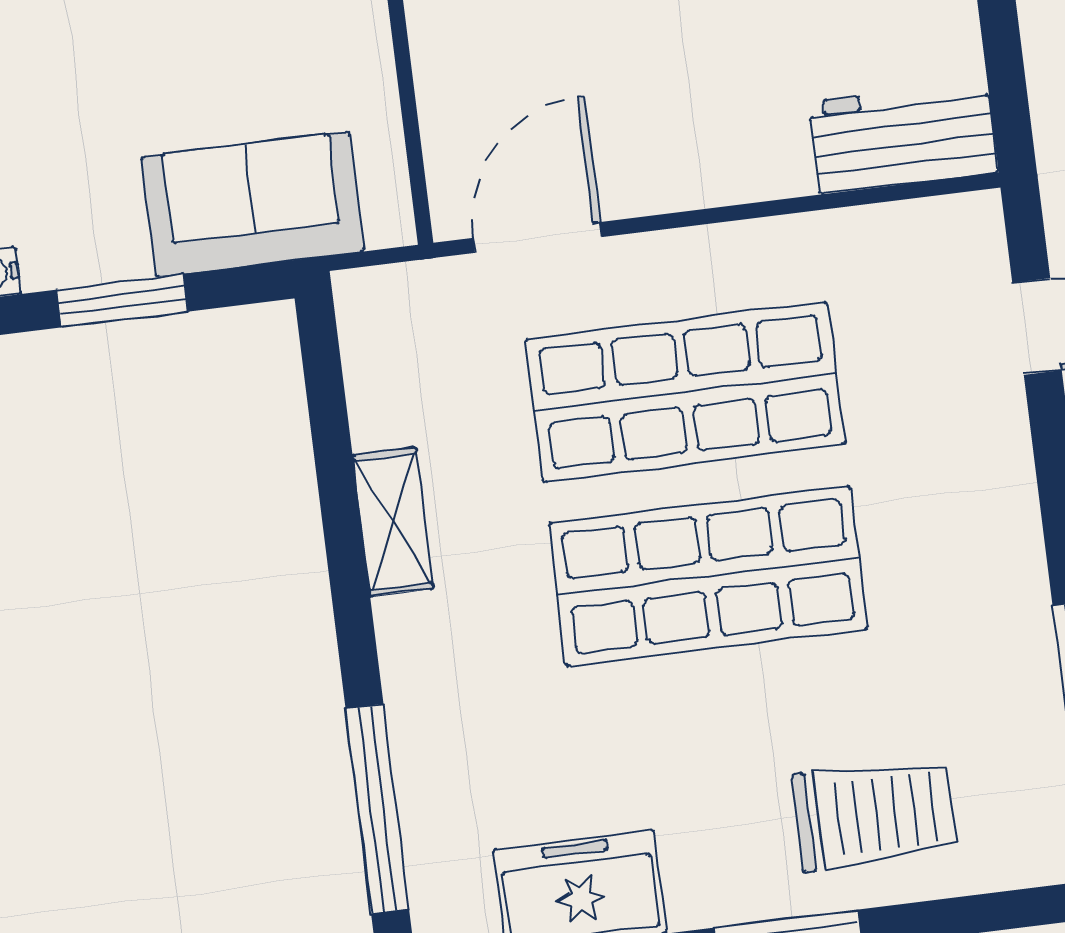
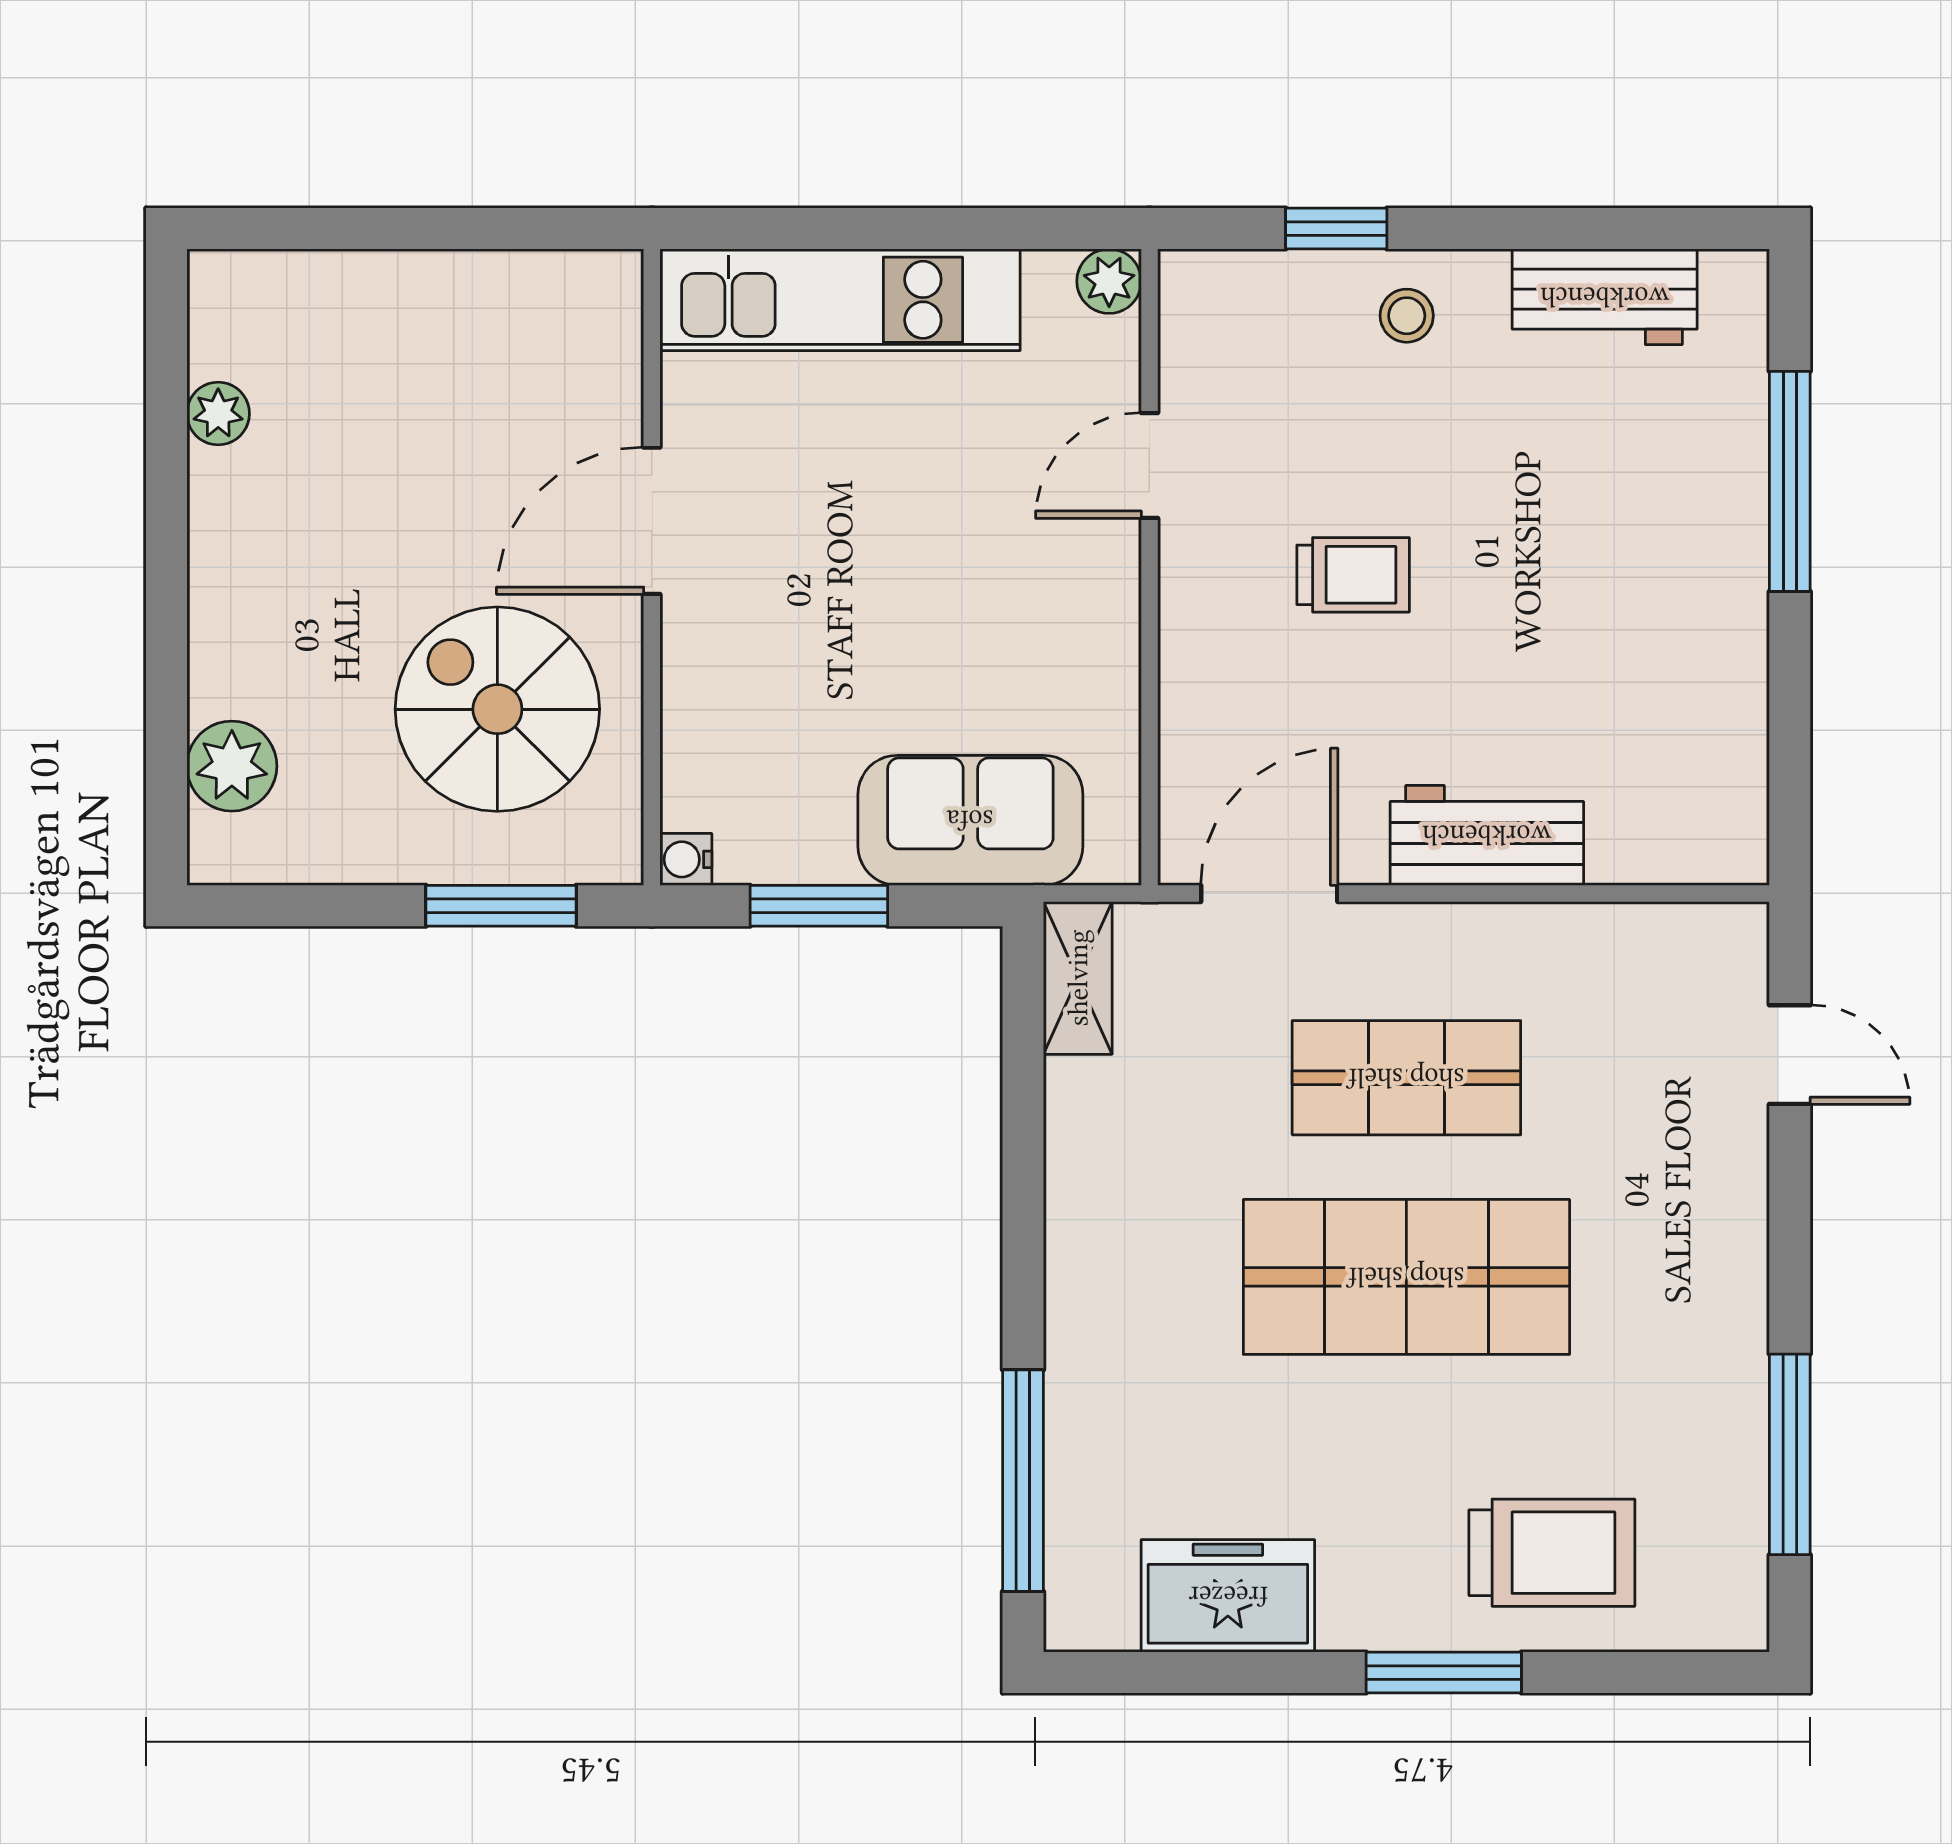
workbench: (904, 137) -> (1487, 835), moved
shop shelf: (685, 392) -> (1406, 1078), width x0.70, depth x0.74
shelving: (393, 522) -> (1078, 978), moved

